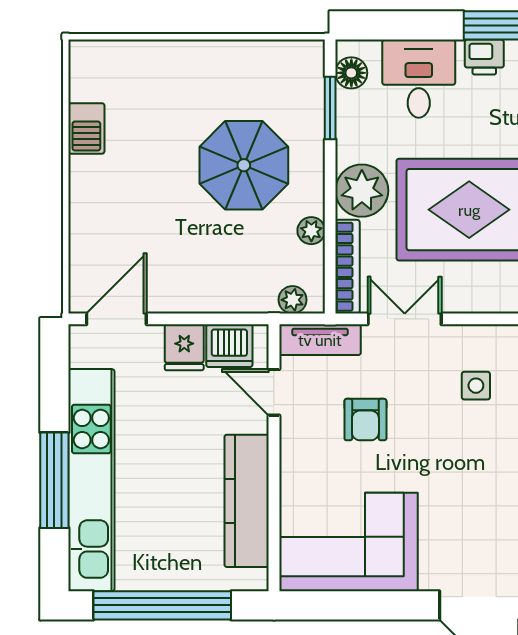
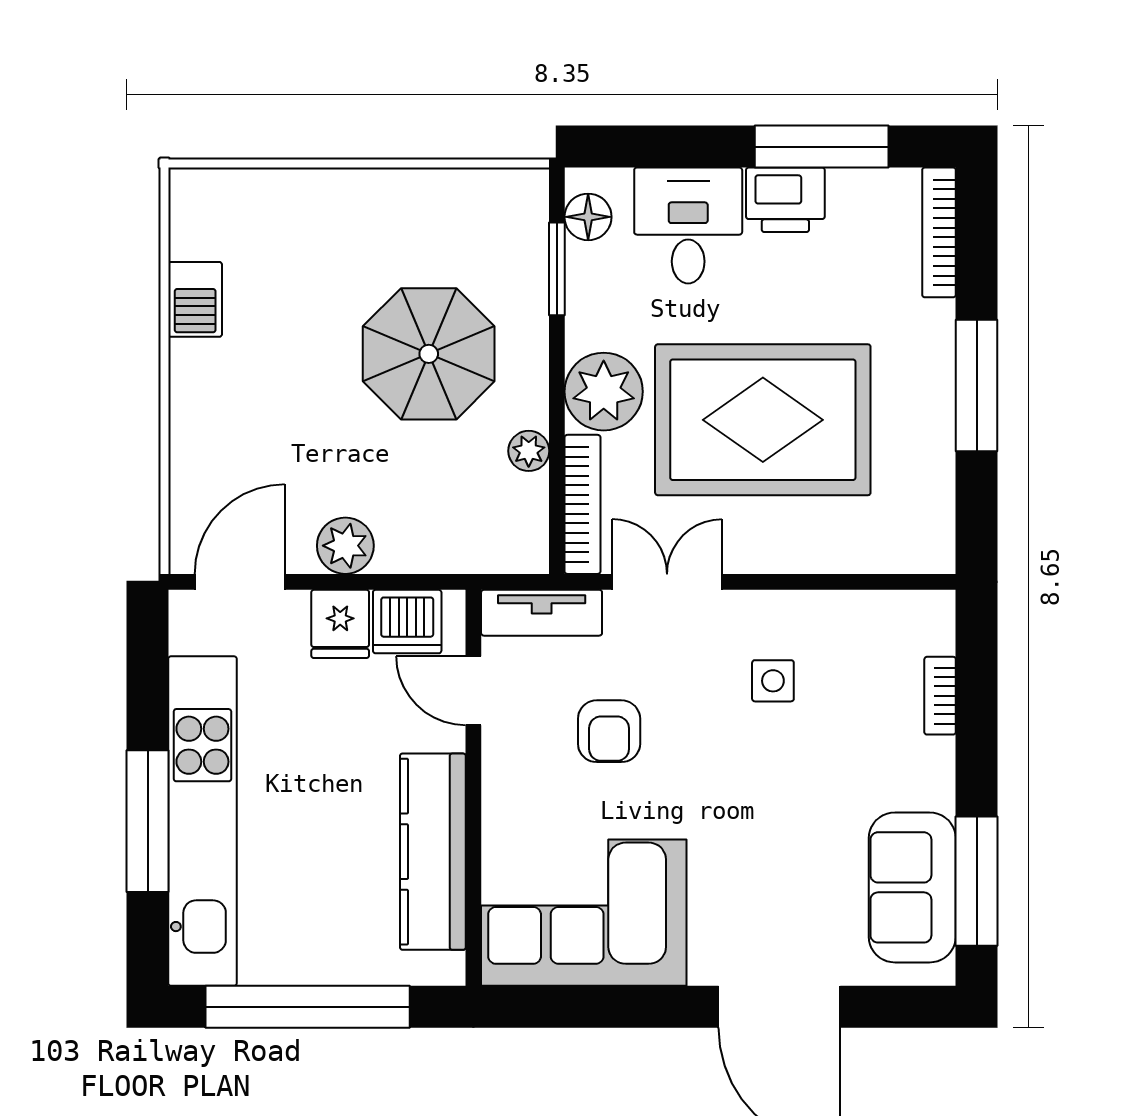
printer: (484, 57) -> (785, 200), width x1.36, depth x1.24
plant: (293, 300) -> (345, 546), moved, width x1.38, depth x1.38

